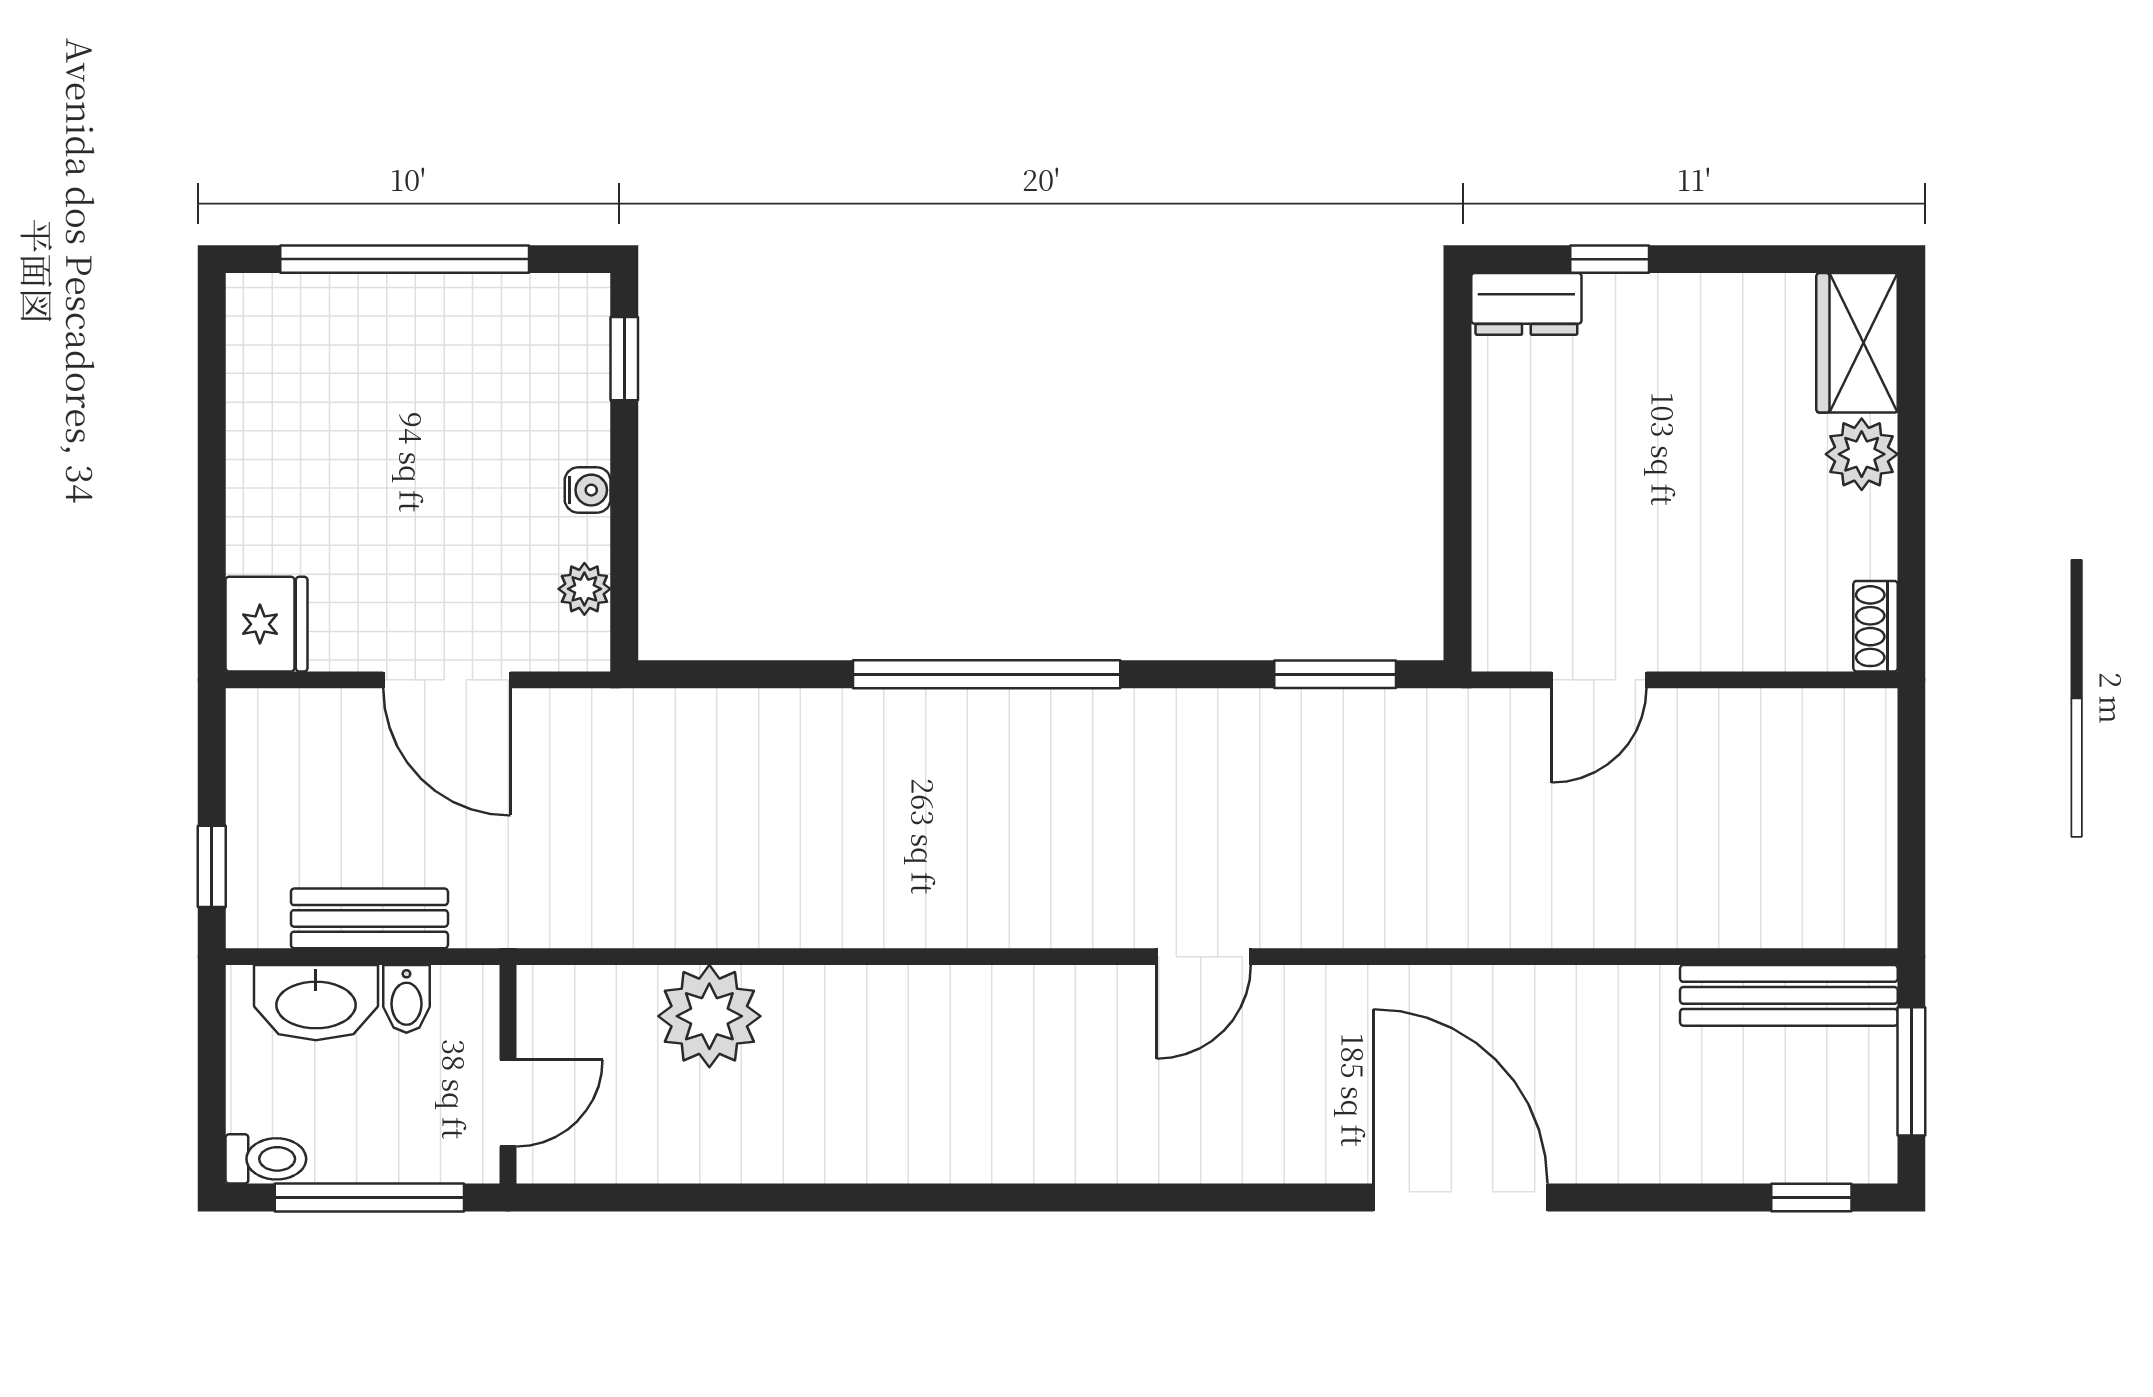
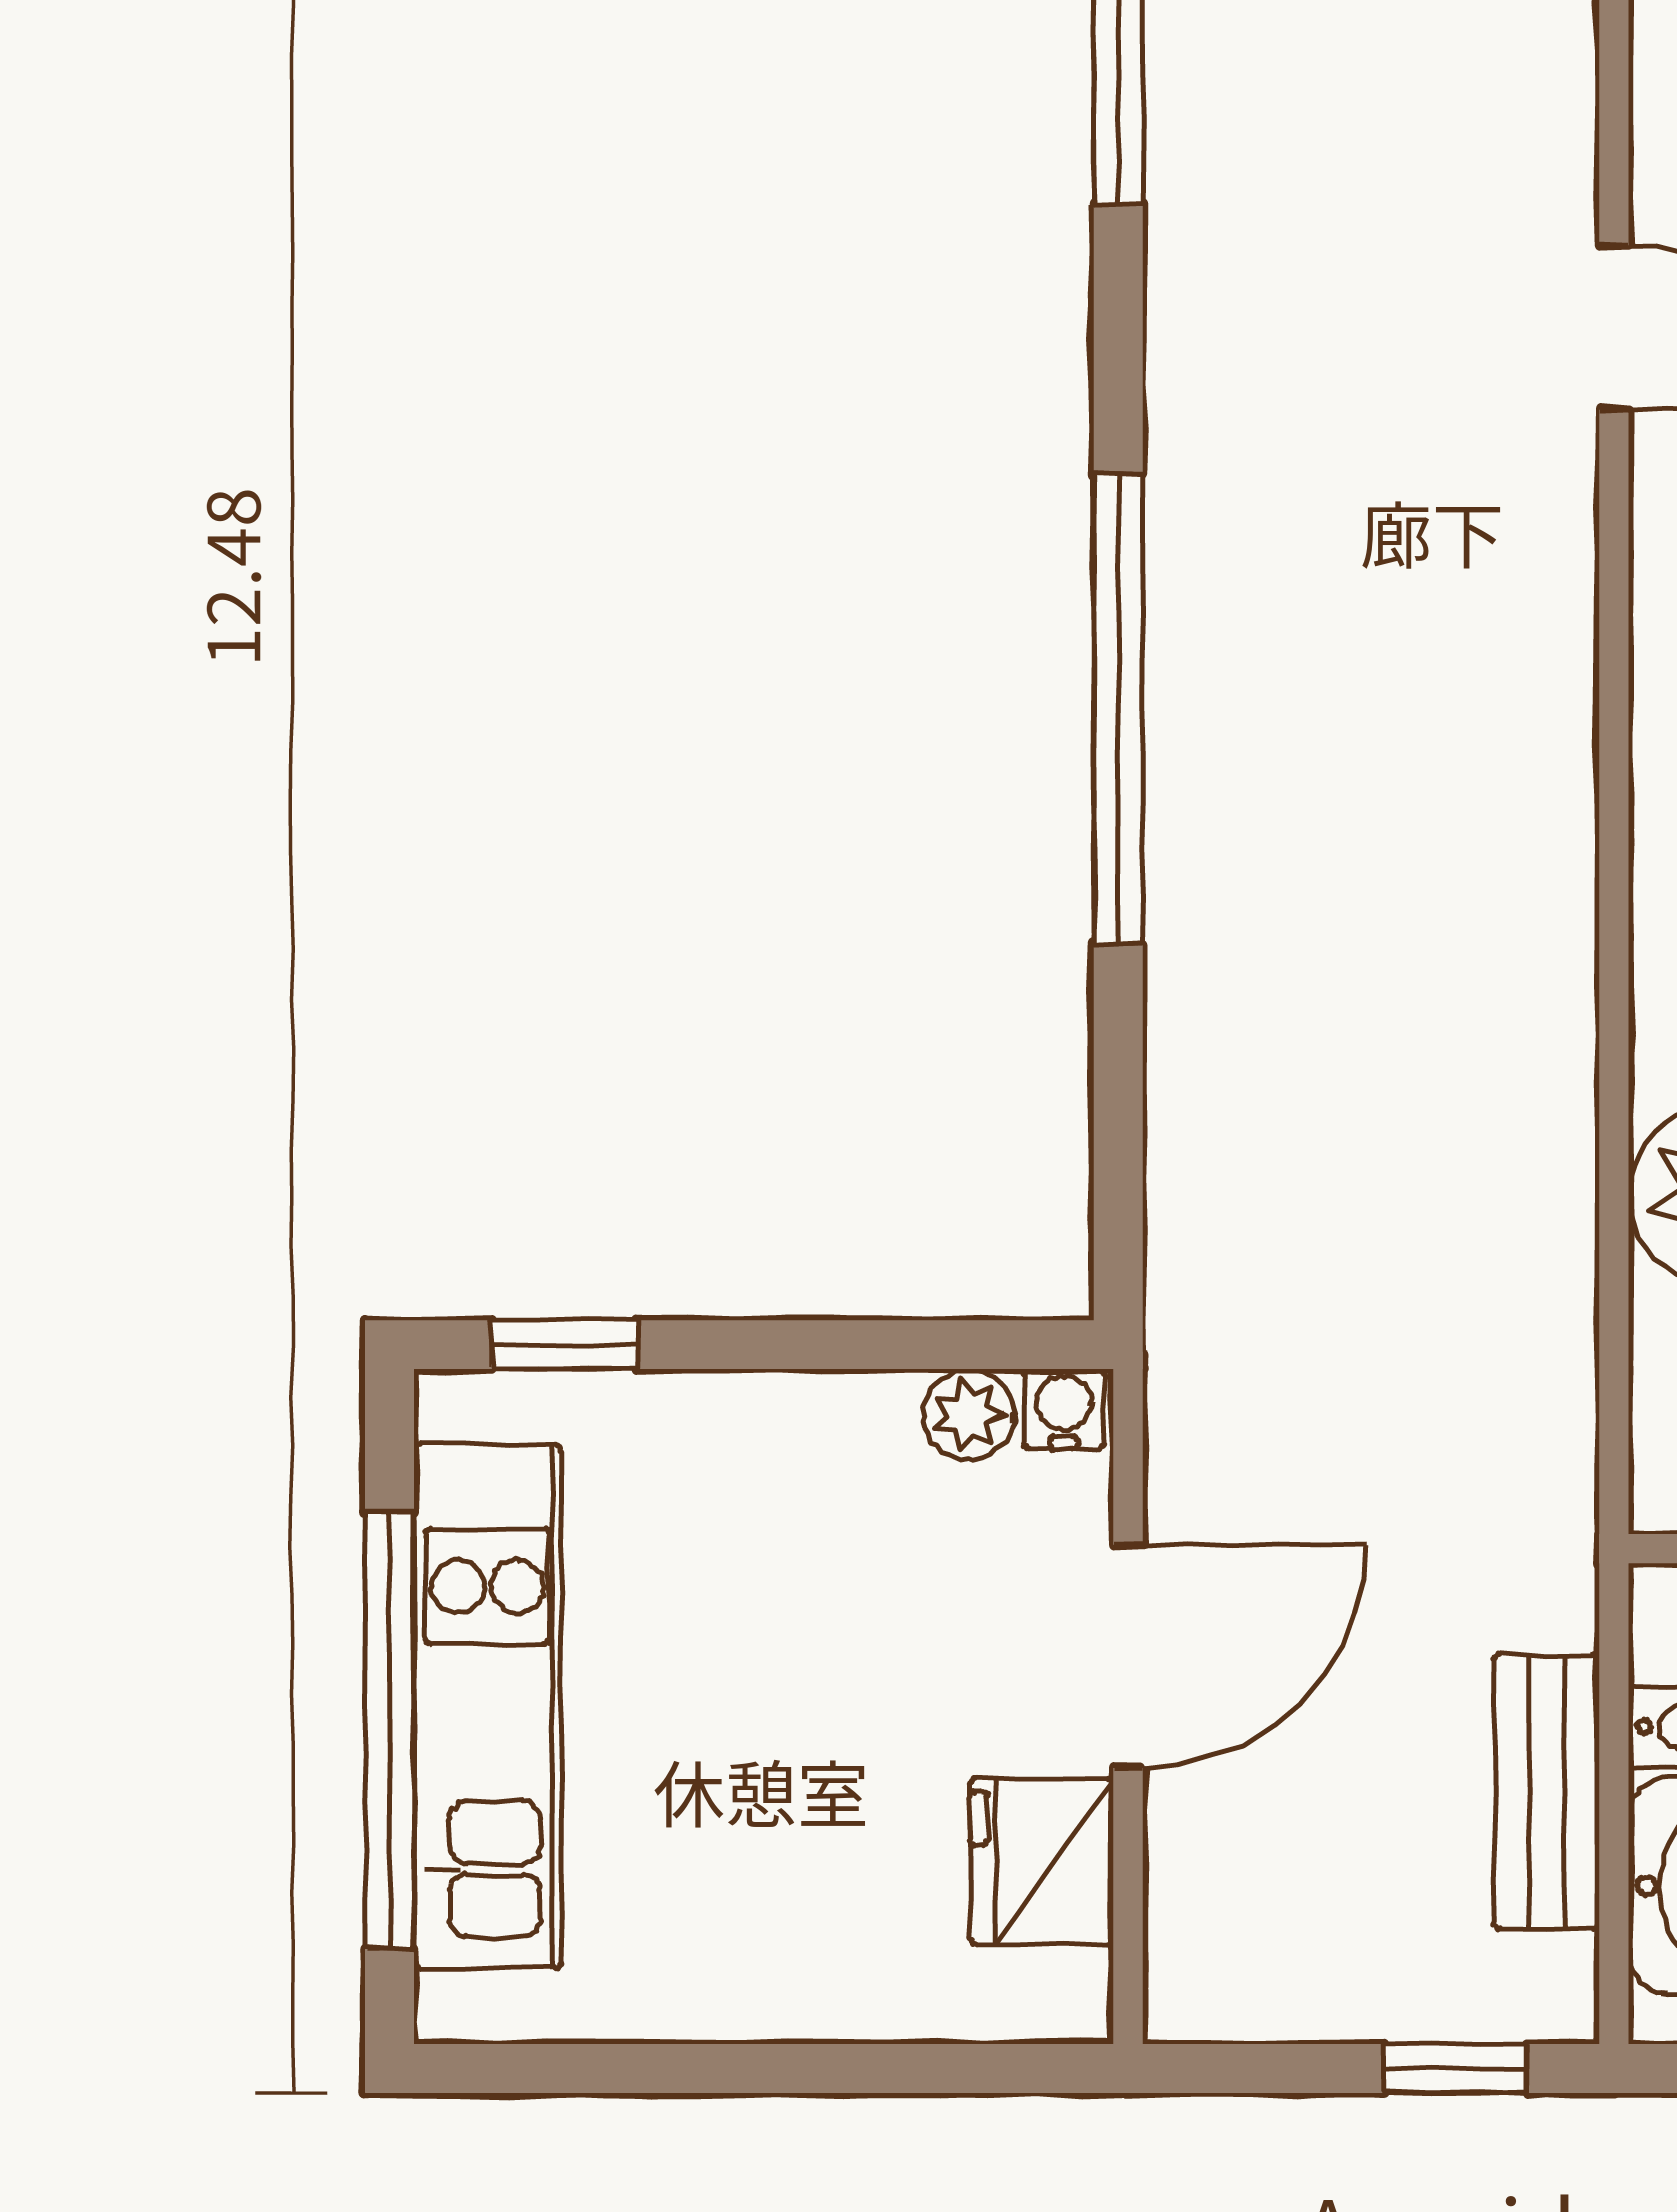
kitchen unit: (418, 315) -> (488, 1707), added
water cooler: (588, 490) -> (1064, 1409), moved
fridge: (267, 624) -> (1042, 1862), moved, turned -90

